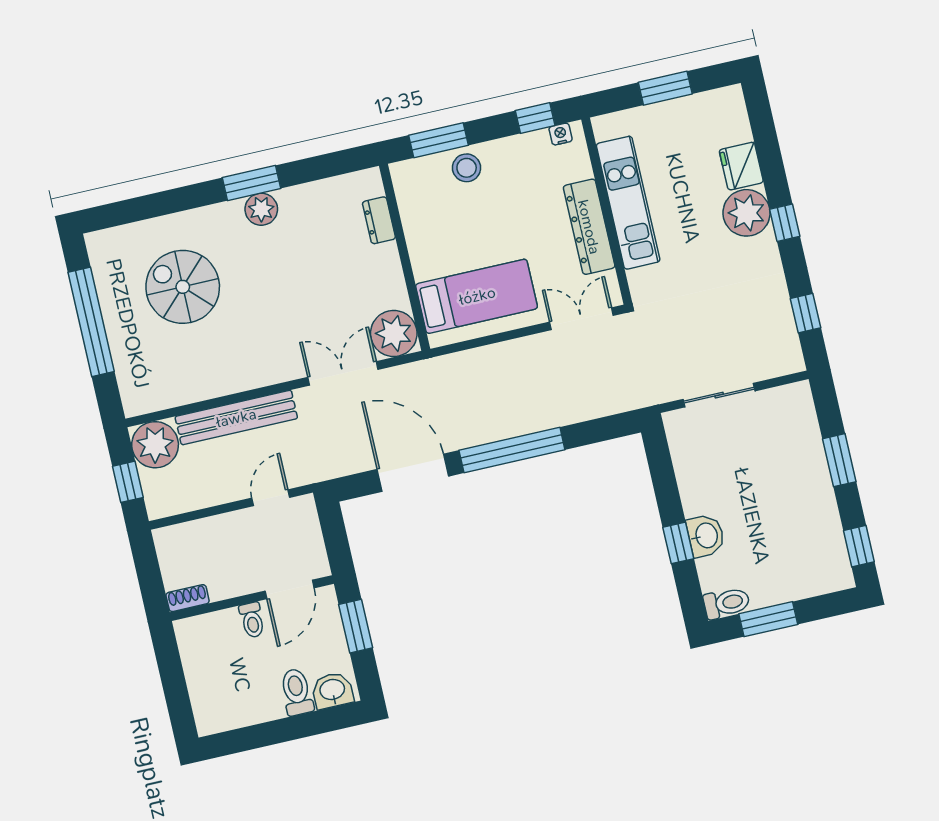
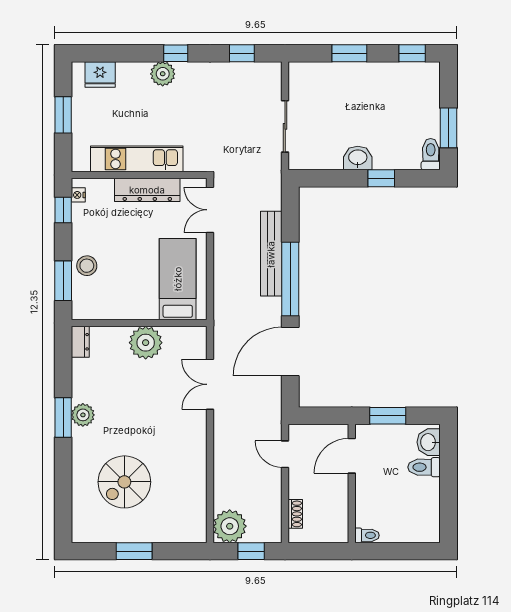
fridge: (741, 166) -> (100, 74), moved
plant: (747, 213) -> (163, 74), width x0.73, depth x0.73
dresser: (379, 220) -> (80, 342), moved, turned -90
window: (91, 322) -> (134, 551), width x0.47
plant: (394, 333) -> (146, 343), moved
bench: (236, 418) -> (271, 254), moved
washbasin: (706, 536) -> (358, 158), moved
door: (290, 589) -> (352, 456), swing flipped
shoe rack: (188, 598) -> (295, 514), moved, turned 180
toilet: (252, 620) -> (367, 535), moved

